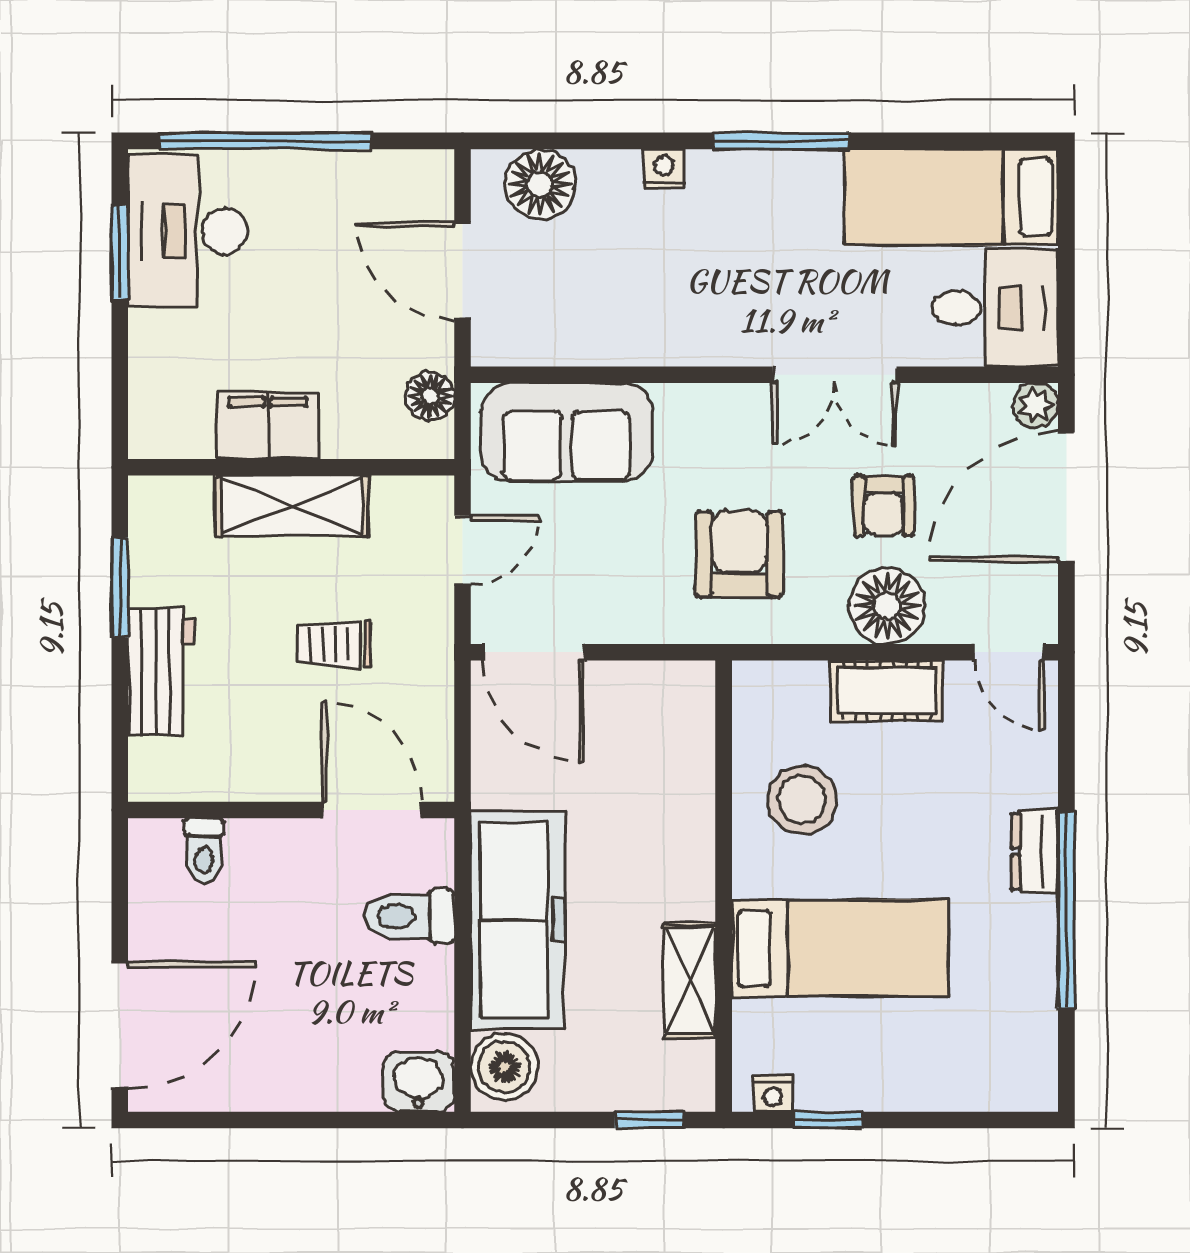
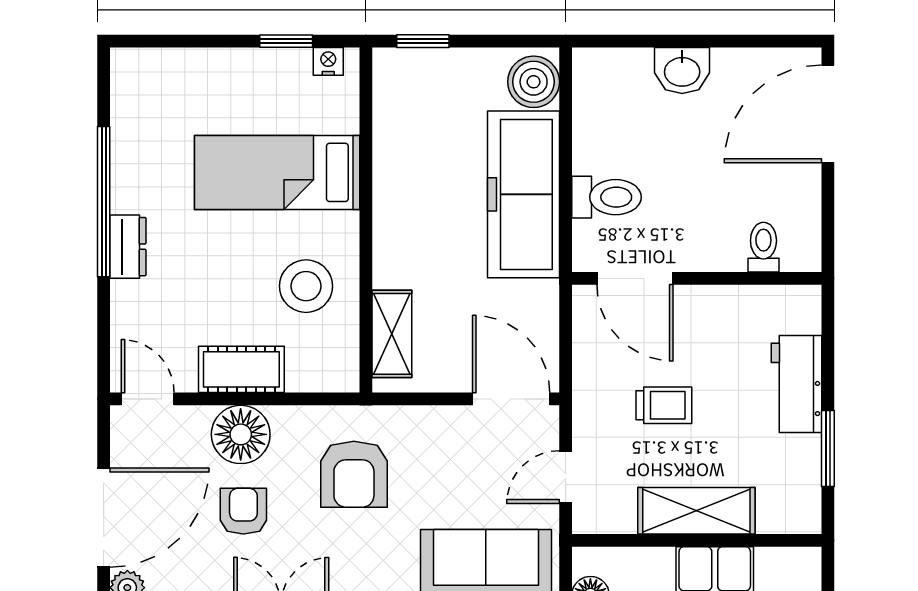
shelving: (690, 980) -> (392, 334), moved
washbasin: (419, 1082) -> (682, 70), moved

